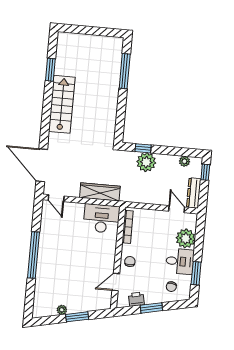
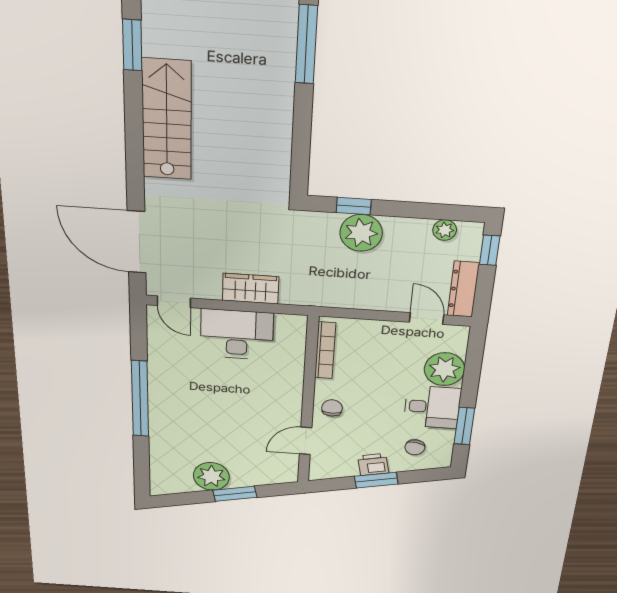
wardrobe: (100, 192) -> (251, 289), width x0.67
desk: (101, 219) -> (237, 334), moved
printer: (136, 299) -> (373, 465), moved
plant: (62, 310) -> (211, 476), width x1.87, depth x1.87

